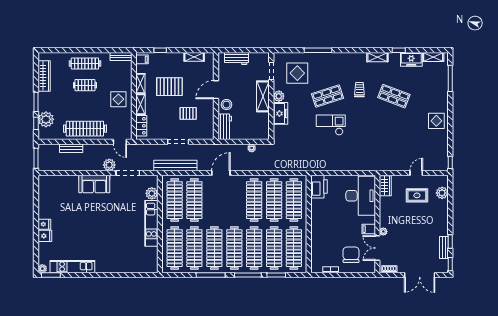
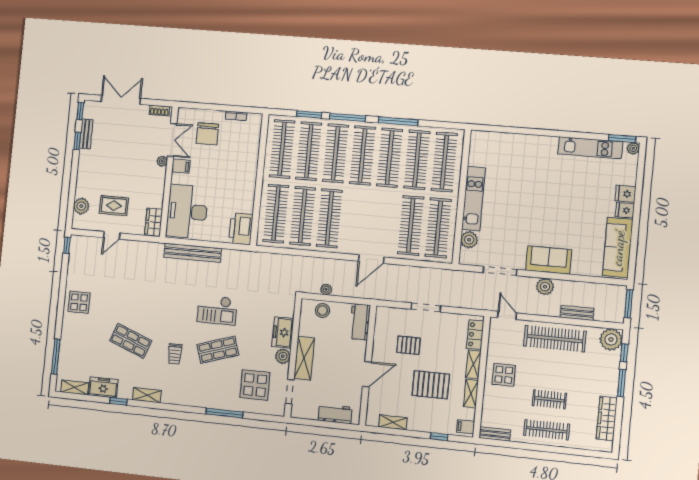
stool: (226, 105) -> (322, 310), moved
plant: (46, 119) -> (611, 339), moved
plant: (109, 165) -> (545, 287), moved
bench: (175, 166) -> (193, 253), moved
sofa: (47, 197) -> (618, 248), added

